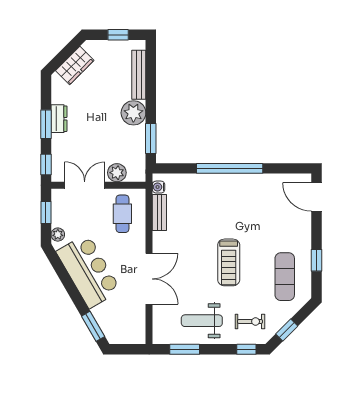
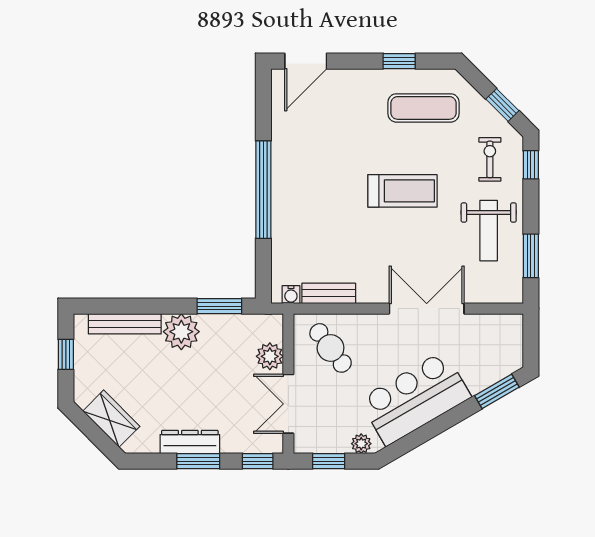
dresser: (59, 119) -> (190, 442), width x1.44
cafe table: (122, 214) -> (331, 348), turned 53

